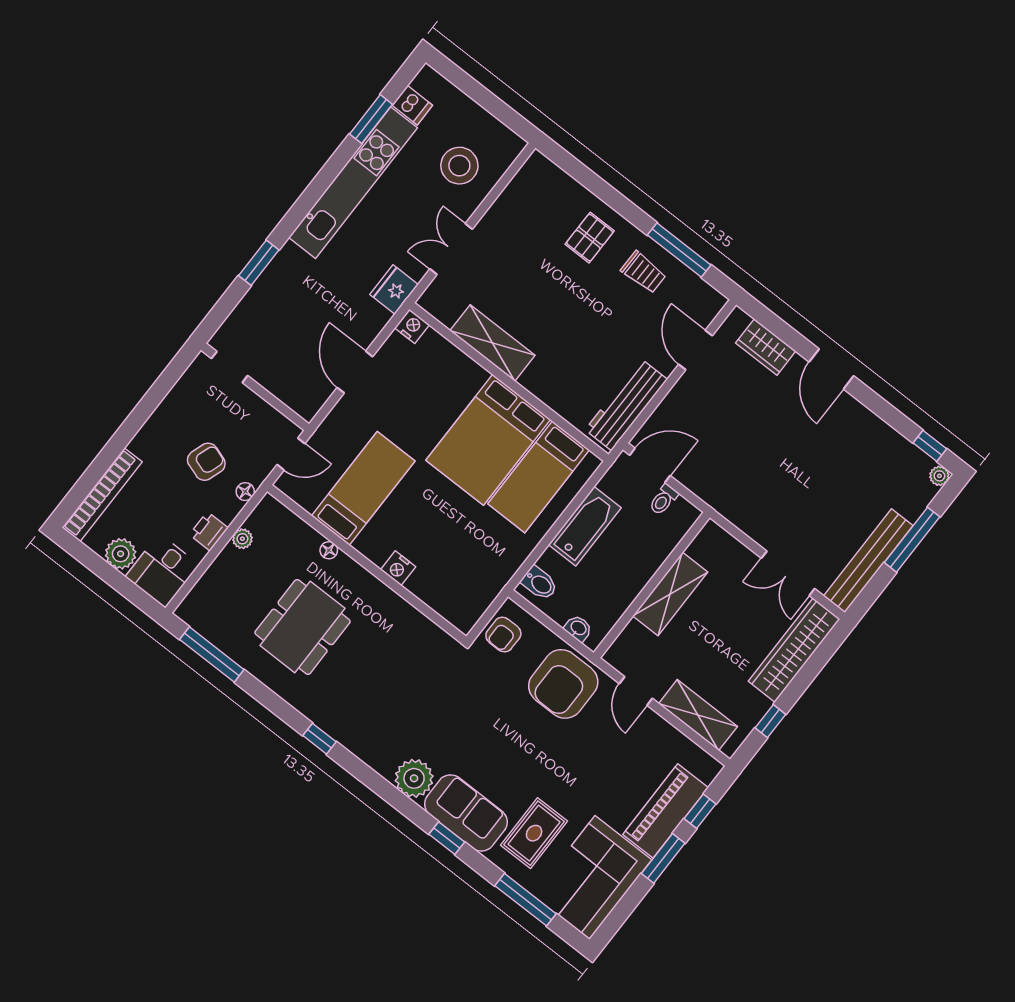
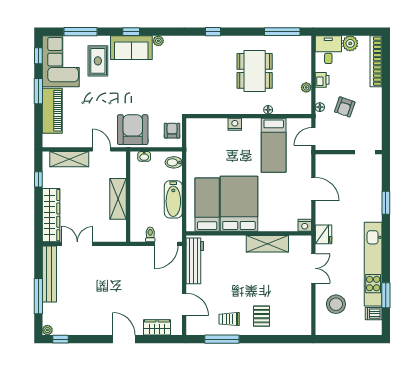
plant: (414, 778) -> (158, 41), width x0.53, depth x0.53
window: (700, 811) -> (38, 56), moved

